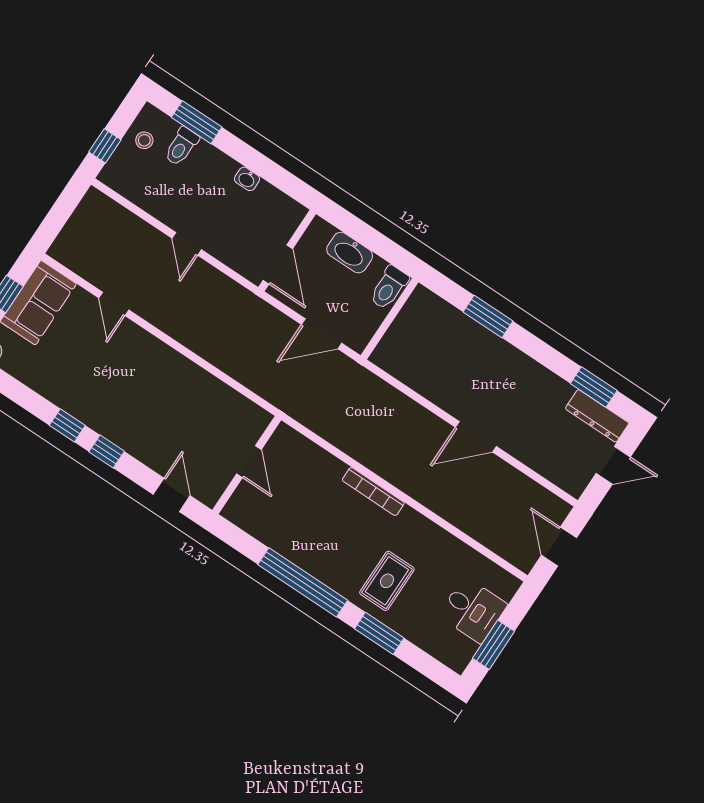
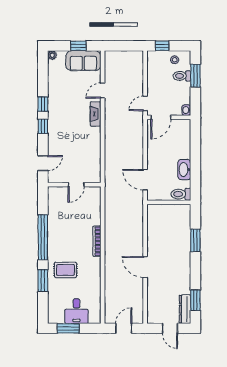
wall: (287, 250) -> (169, 117), moved
door: (278, 264) -> (161, 117), moved
fireplace: (147, 344) -> (96, 114), added

